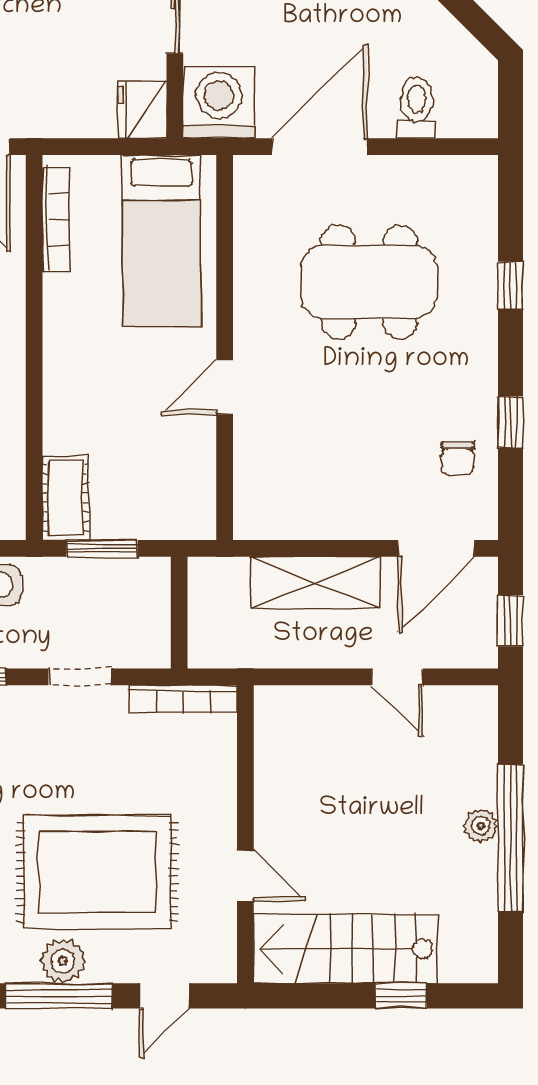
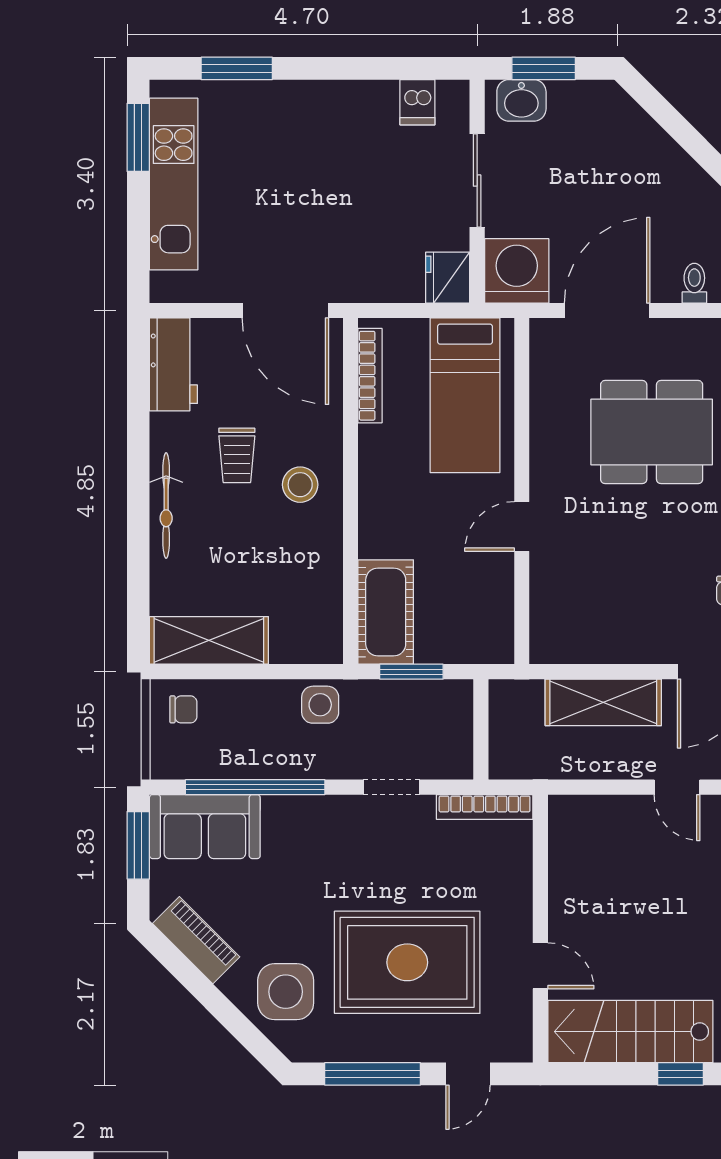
toilet: (417, 108) -> (694, 283), width x0.73, depth x0.72
cot: (65, 498) -> (386, 612), width x1.37, depth x1.34
plant: (63, 961) -> (376, 1042), removed

